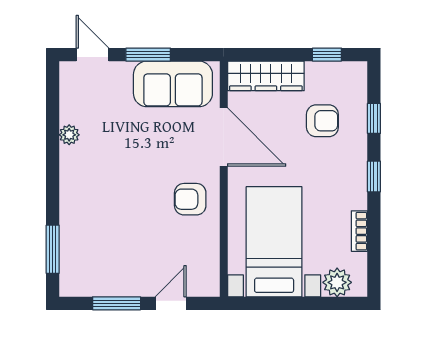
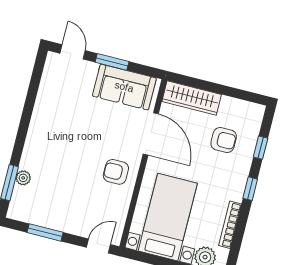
window: (327, 55) -> (239, 94), removed
plant: (69, 135) -> (23, 178), moved
bookcase: (359, 231) -> (230, 225), width x1.56
door: (171, 303) -> (98, 246), moved

